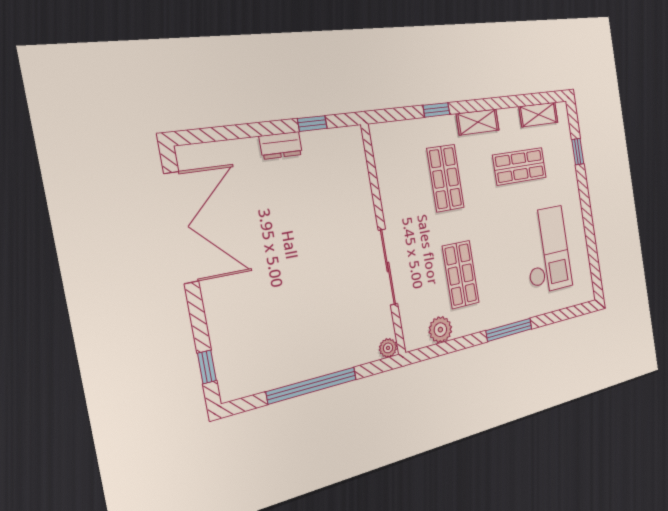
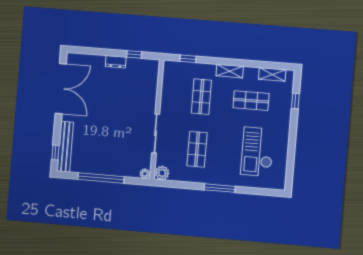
window: (436, 110) -> (188, 59), moved
checkout: (547, 250) -> (257, 152), turned 180
plant: (440, 330) -> (162, 173), moved
bench: (224, 348) -> (65, 147), added

